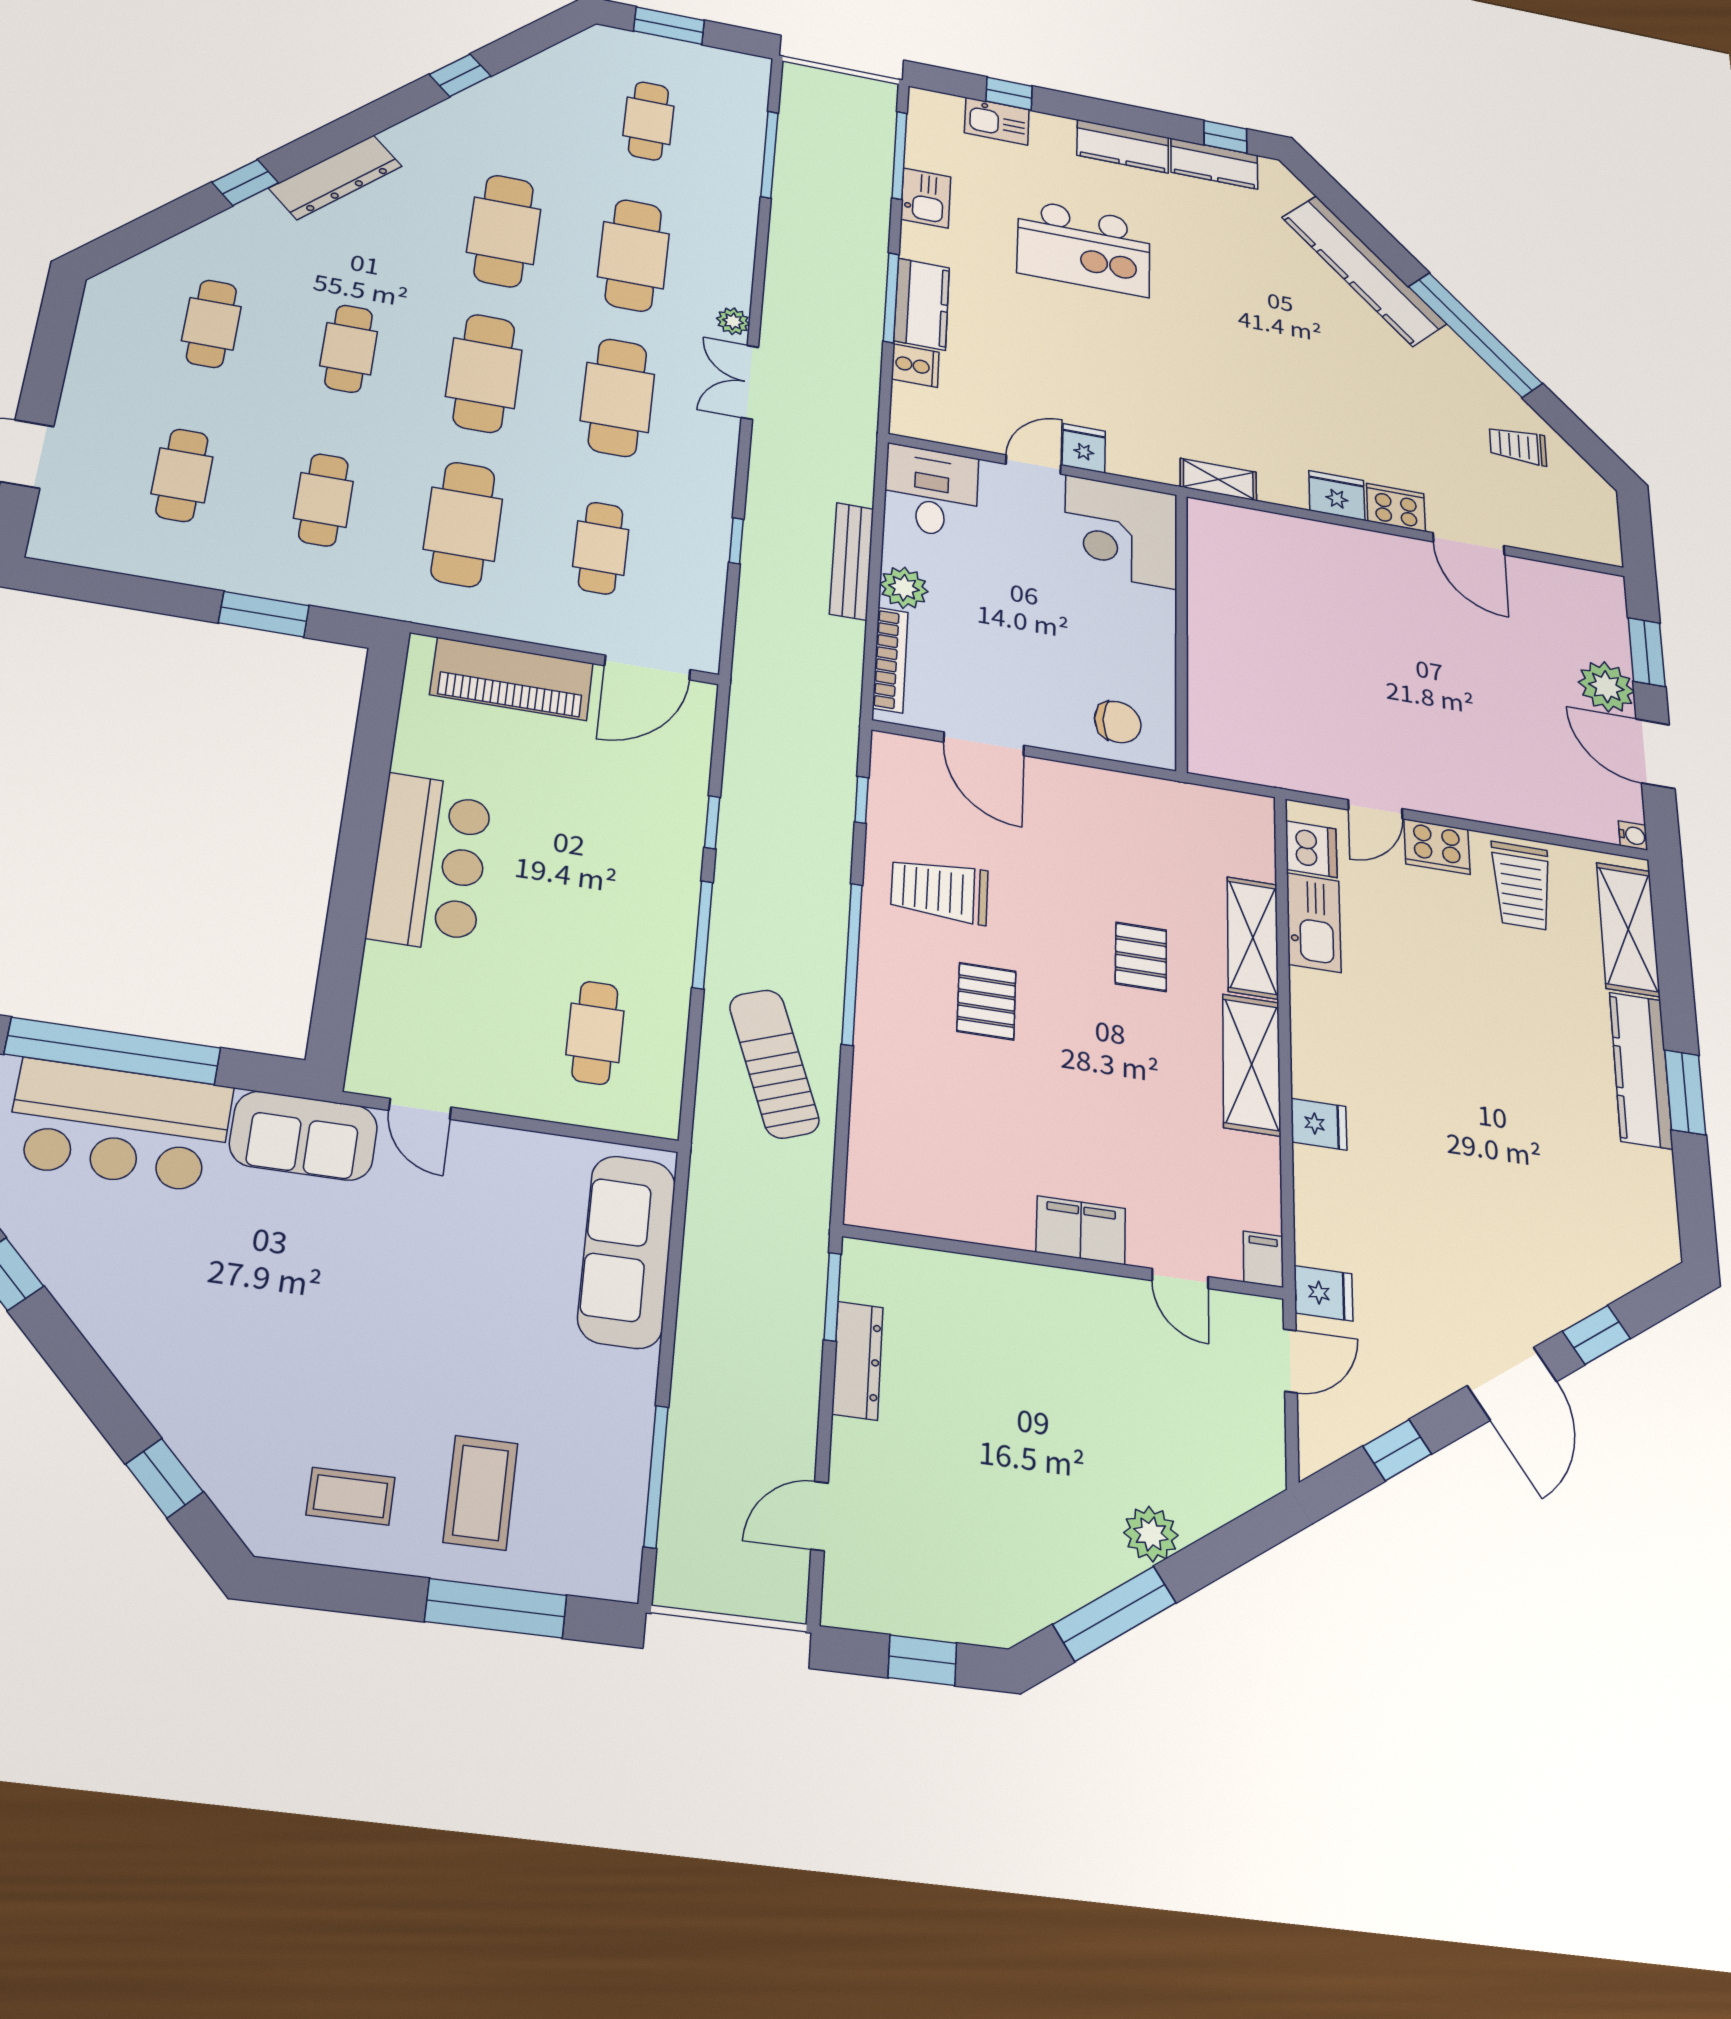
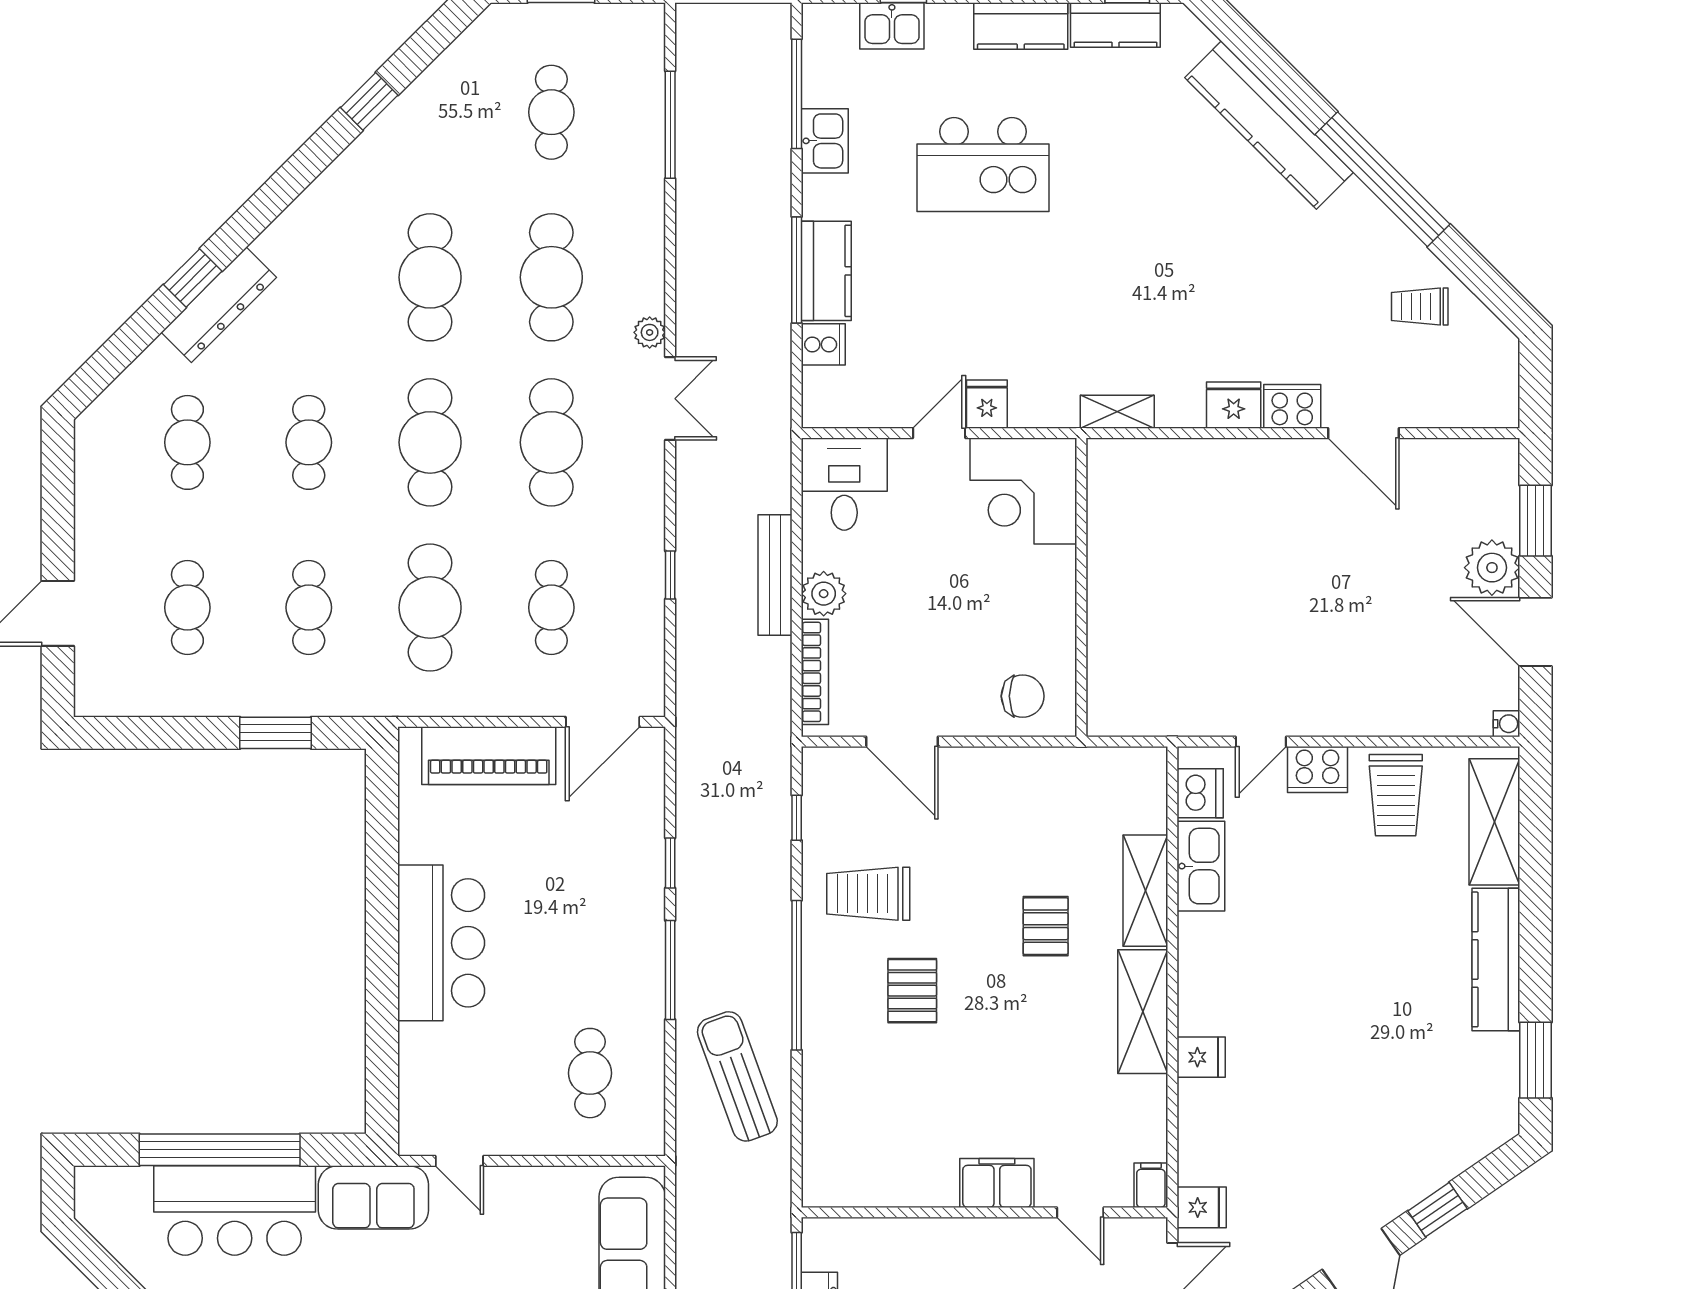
dresser: (336, 177) -> (219, 305), moved
double door: (750, 382) -> (670, 399), swing flipped
window: (1685, 1092) -> (1535, 1060), moved

